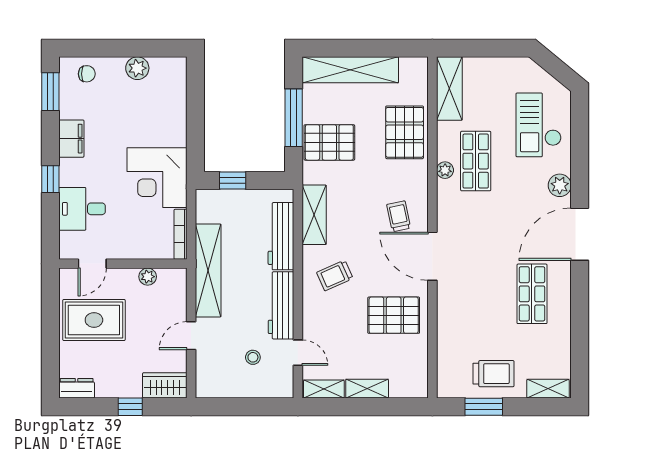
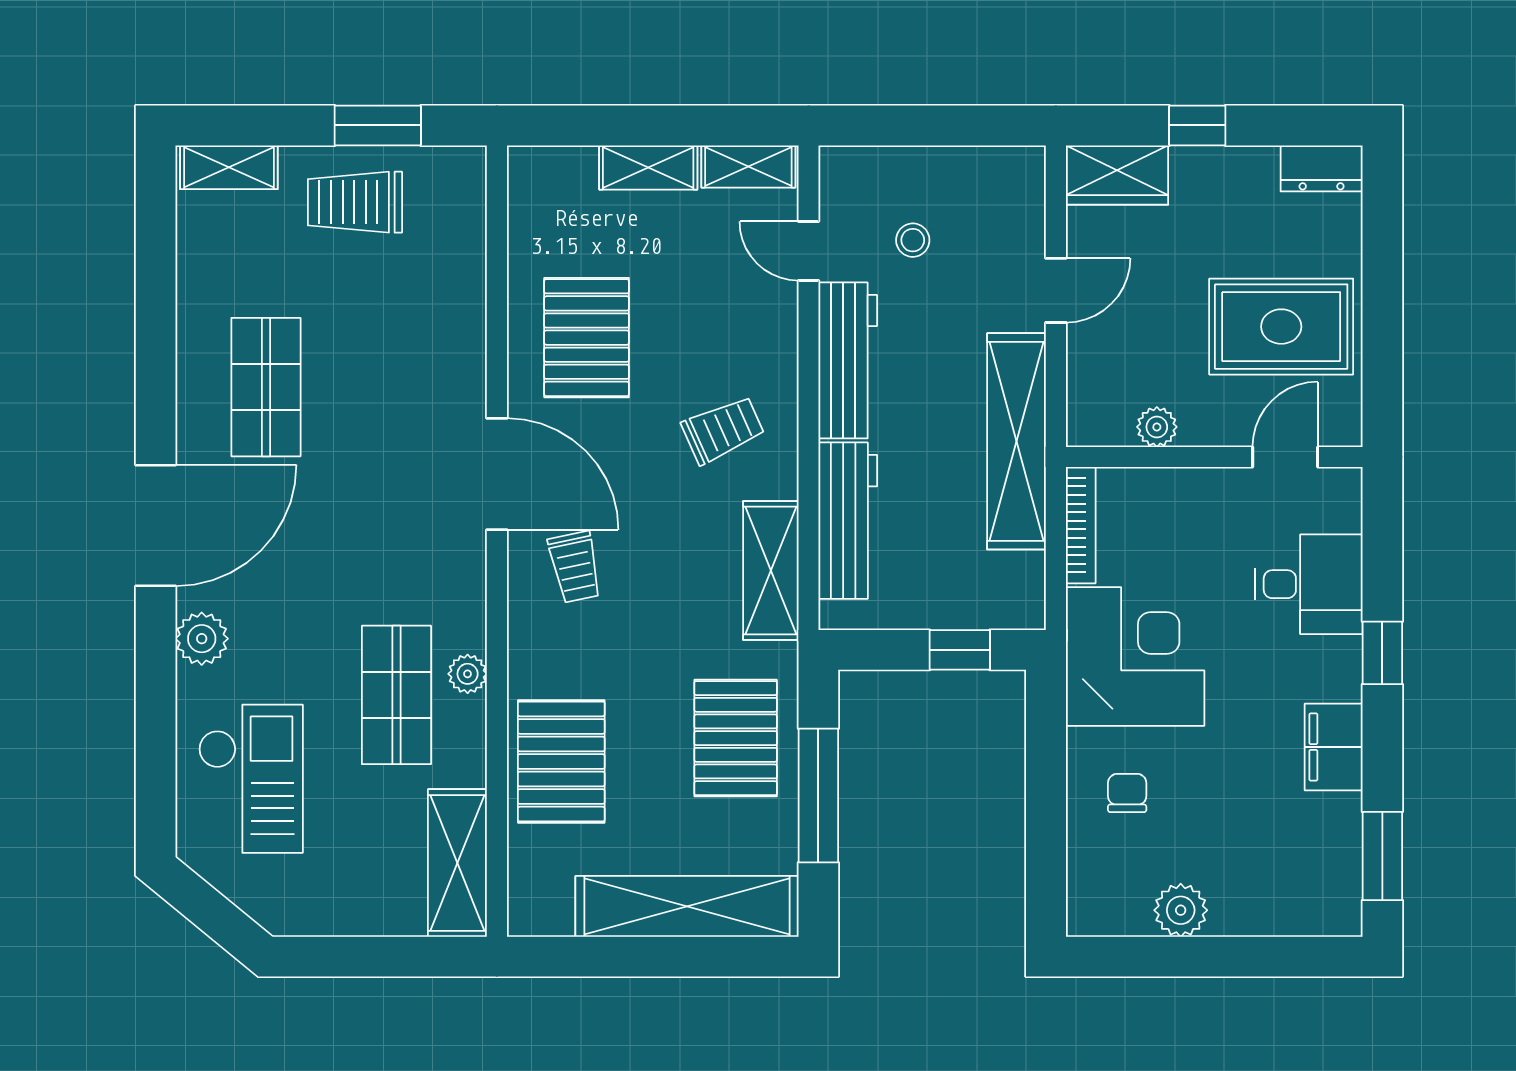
chair: (87, 74) -> (1127, 793), moved, turned 90
pallet: (329, 142) -> (736, 738), turned 90
pallet: (394, 315) -> (587, 338), turned 90

